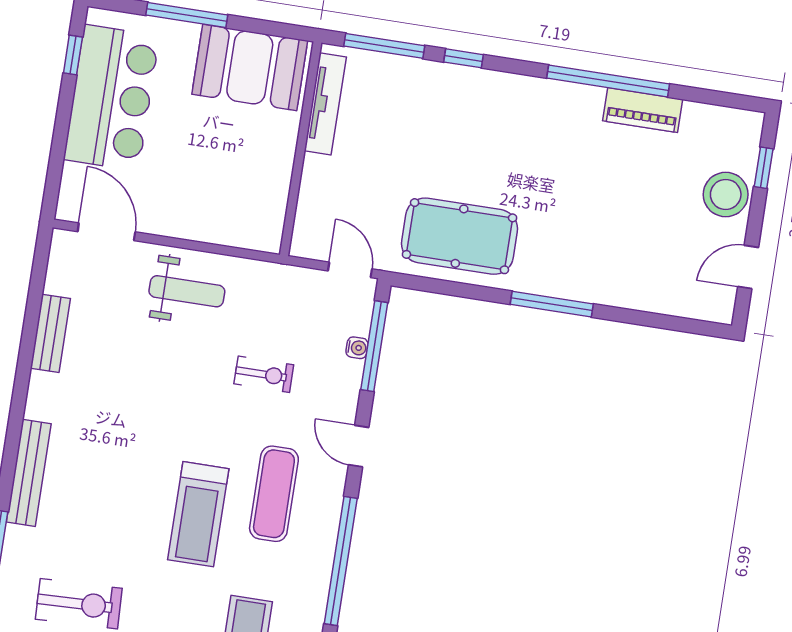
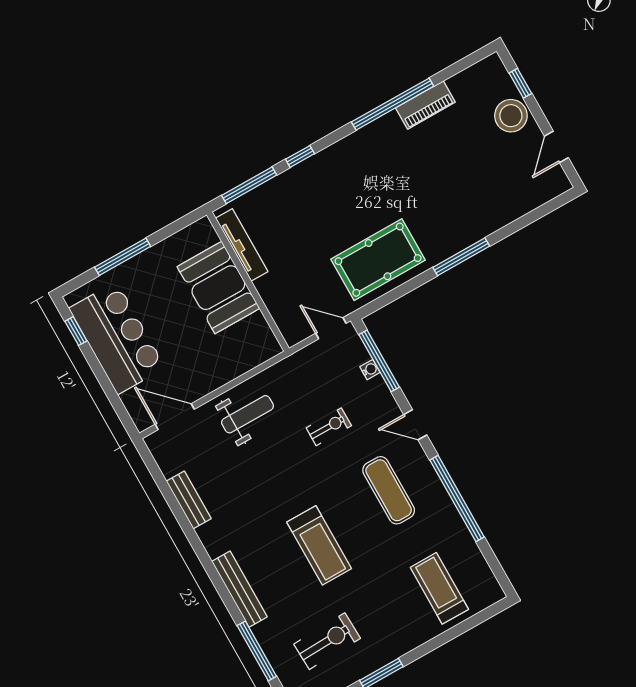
booth: (250, 67) -> (218, 288), moved, turned 90
treadmill: (198, 514) -> (319, 545), moved

